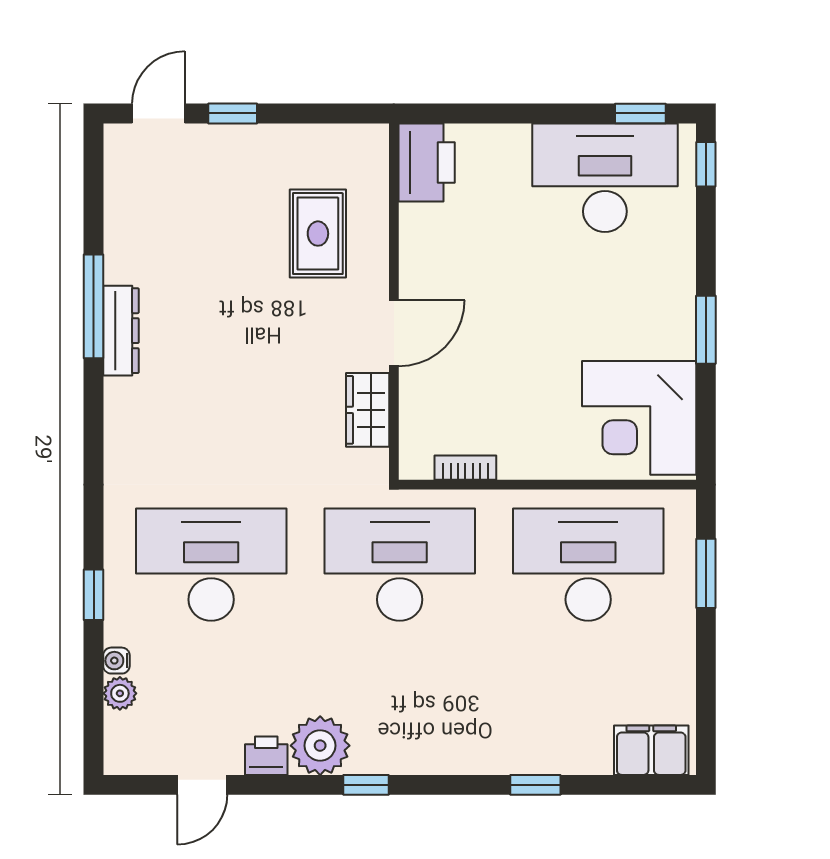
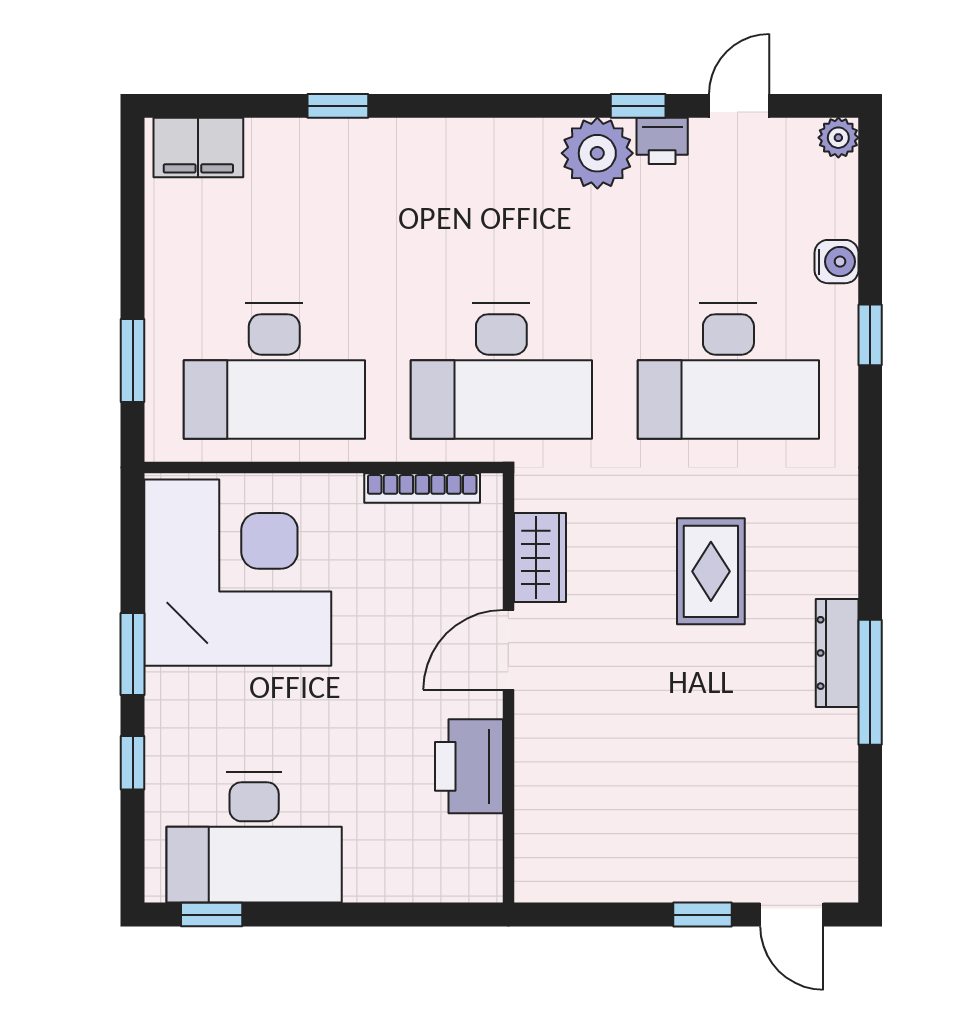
door: (159, 113) -> (792, 915), hinge flipped
printer: (427, 162) -> (469, 766), moved
window: (706, 164) -> (133, 763), moved
rug: (318, 234) -> (711, 571), moved
corner desk: (639, 418) -> (238, 573), width x1.36, depth x1.36
bookcase: (465, 468) -> (422, 488), width x1.56
water cooler: (116, 661) -> (837, 262), width x1.38, depth x1.38
plant: (120, 693) -> (838, 138), moved
window: (366, 785) -> (638, 106), moved

